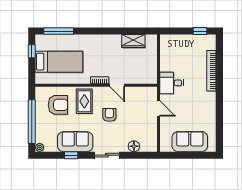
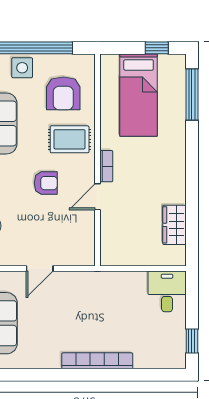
bookcase: (211, 71) -> (97, 361), moved
desk: (172, 83) -> (167, 291), moved
door: (158, 108) -> (40, 269), moved
side table: (43, 128) -> (22, 68), added

